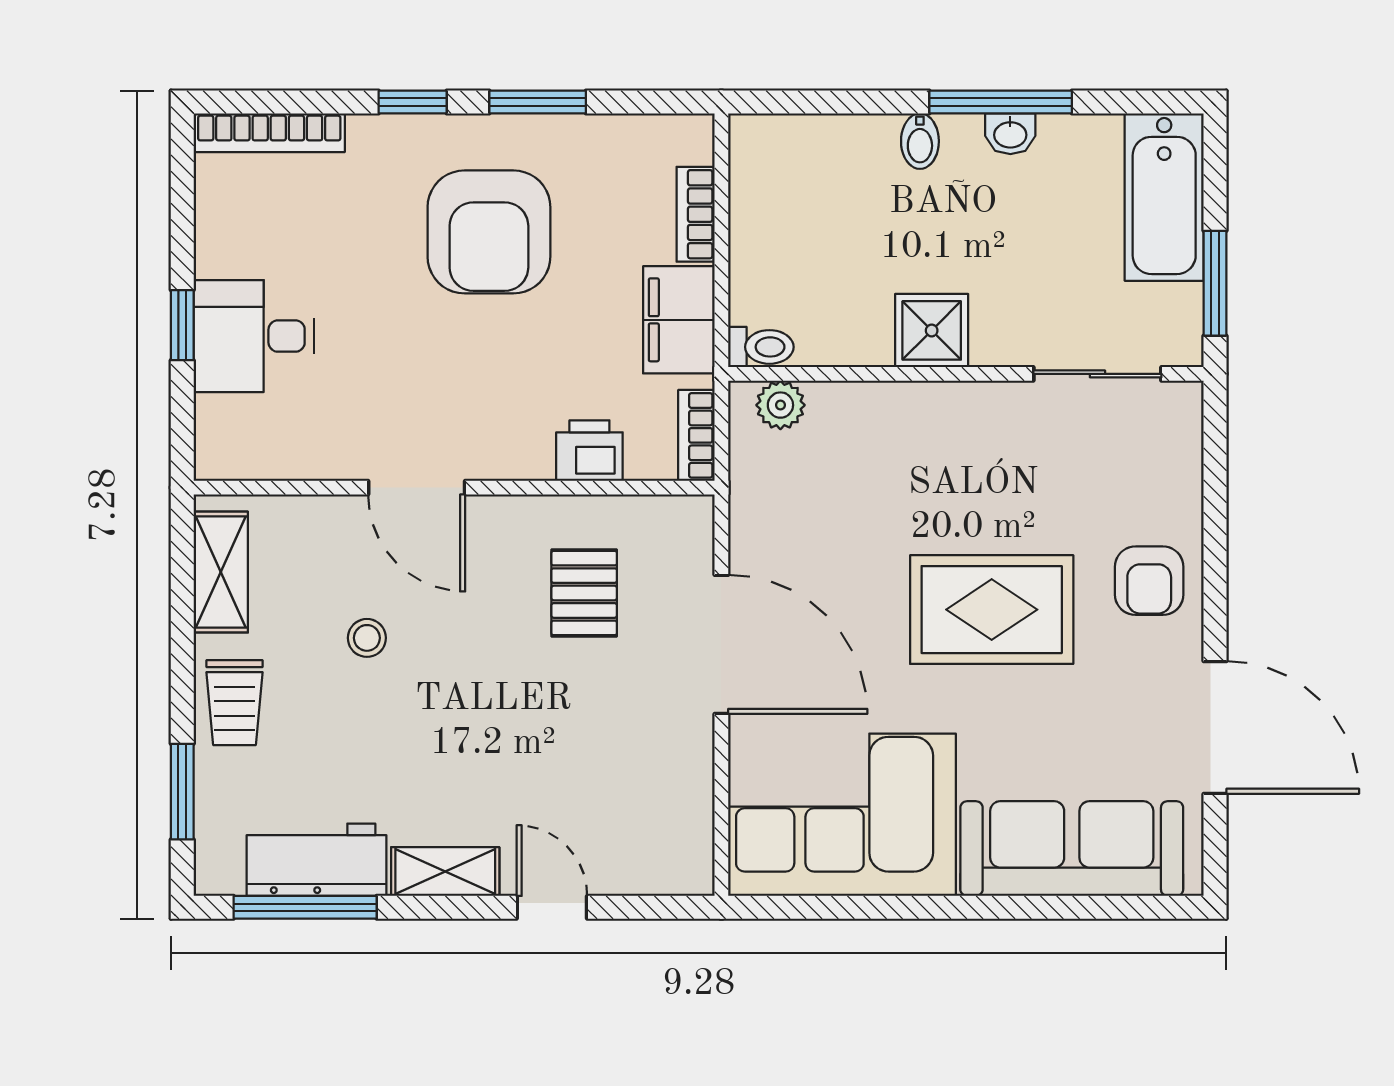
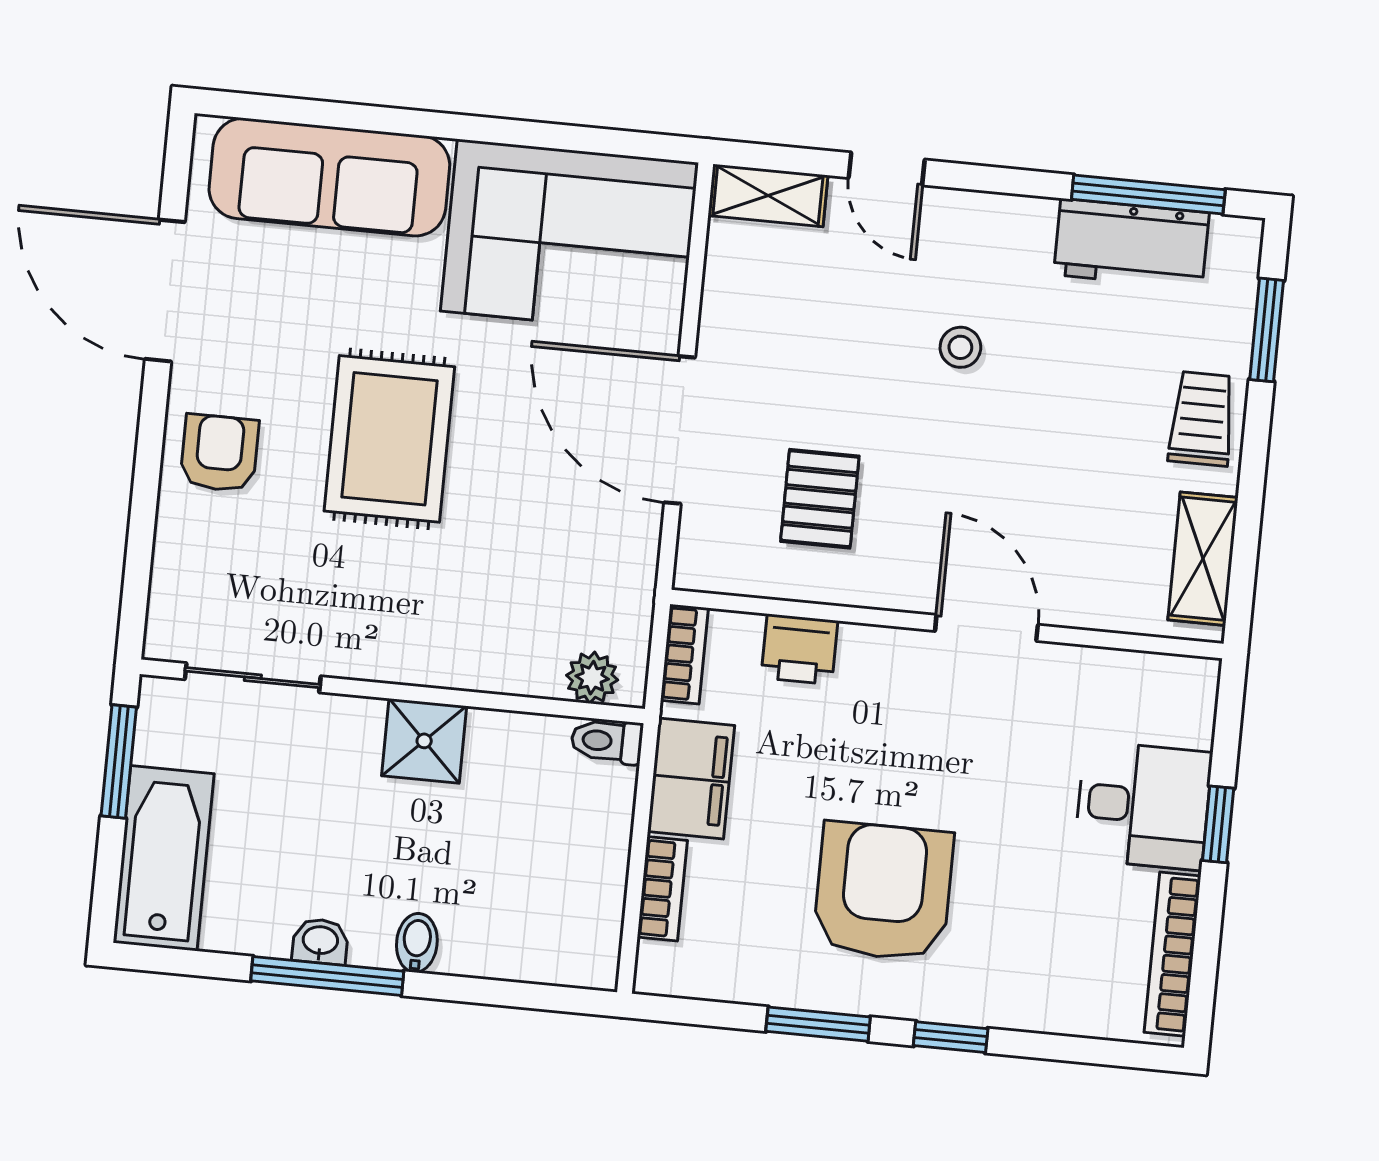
bookcase: (269, 133) -> (1172, 954), moved, turned -90
rug: (992, 610) -> (389, 439), turned 90
stool: (367, 638) -> (960, 347), moved
shelving: (445, 872) -> (768, 195), moved

